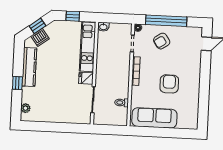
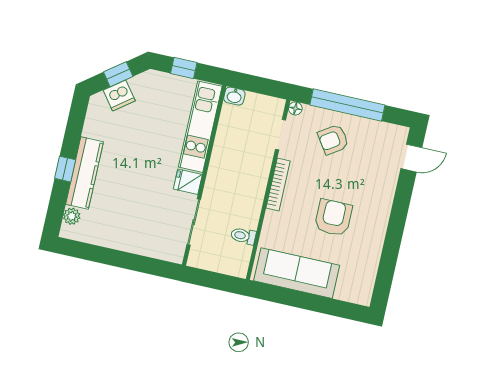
kitchen counter: (29, 67) -> (85, 173), moved

